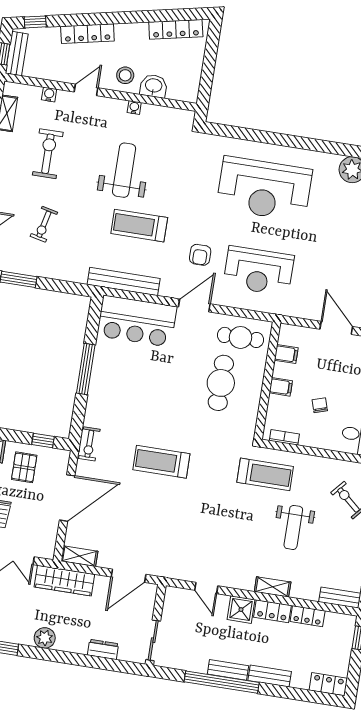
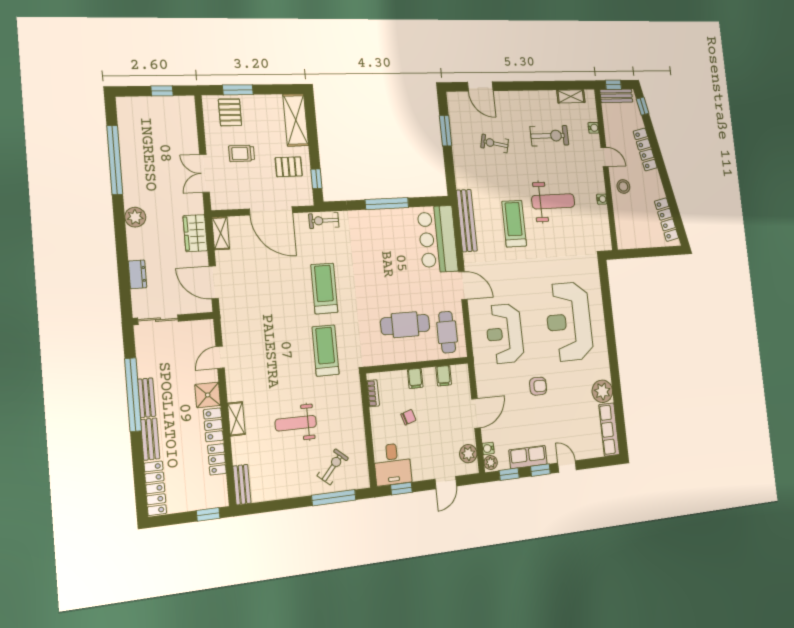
washbasin: (154, 86) -> (622, 211), removed
armchair: (200, 255) -> (538, 386), moved, turned 180
treadmill: (265, 474) -> (326, 351), moved, turned 180
wardrobe: (64, 581) -> (195, 233), width x0.67
locker: (328, 684) -> (155, 488), width x1.53

